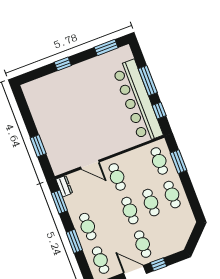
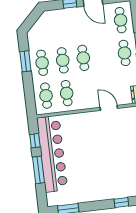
window: (63, 64) -> (121, 203), moved
window: (178, 162) -> (25, 61), moved
cafe table: (117, 177) -> (67, 93), moved
cafe table: (143, 244) -> (79, 25), removed

